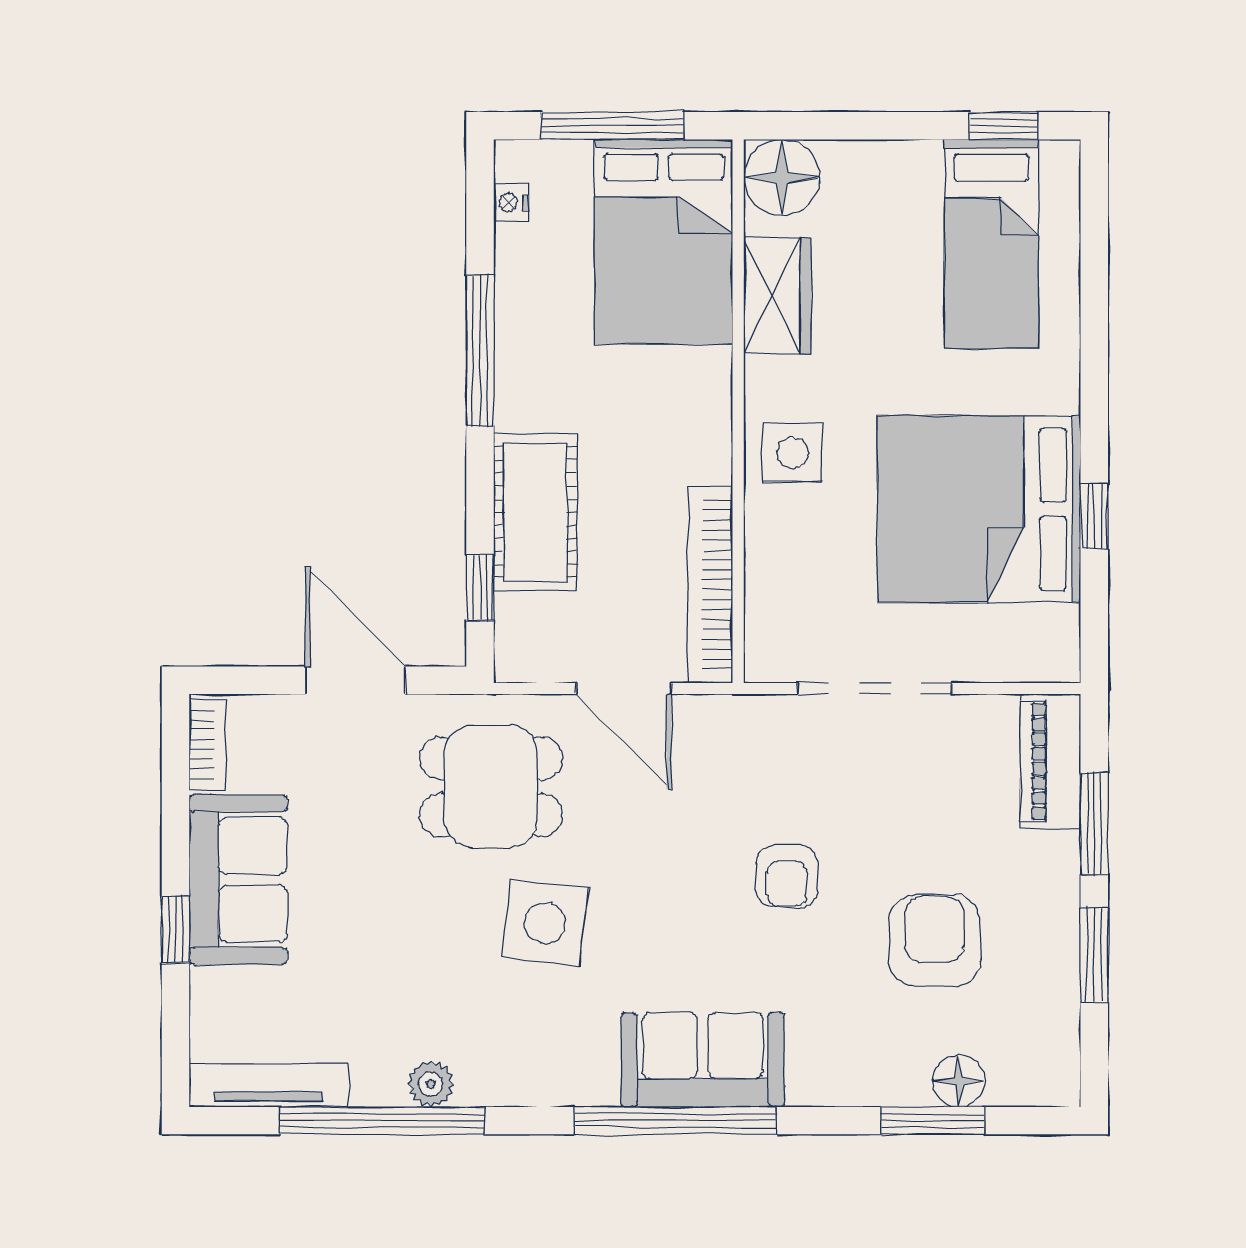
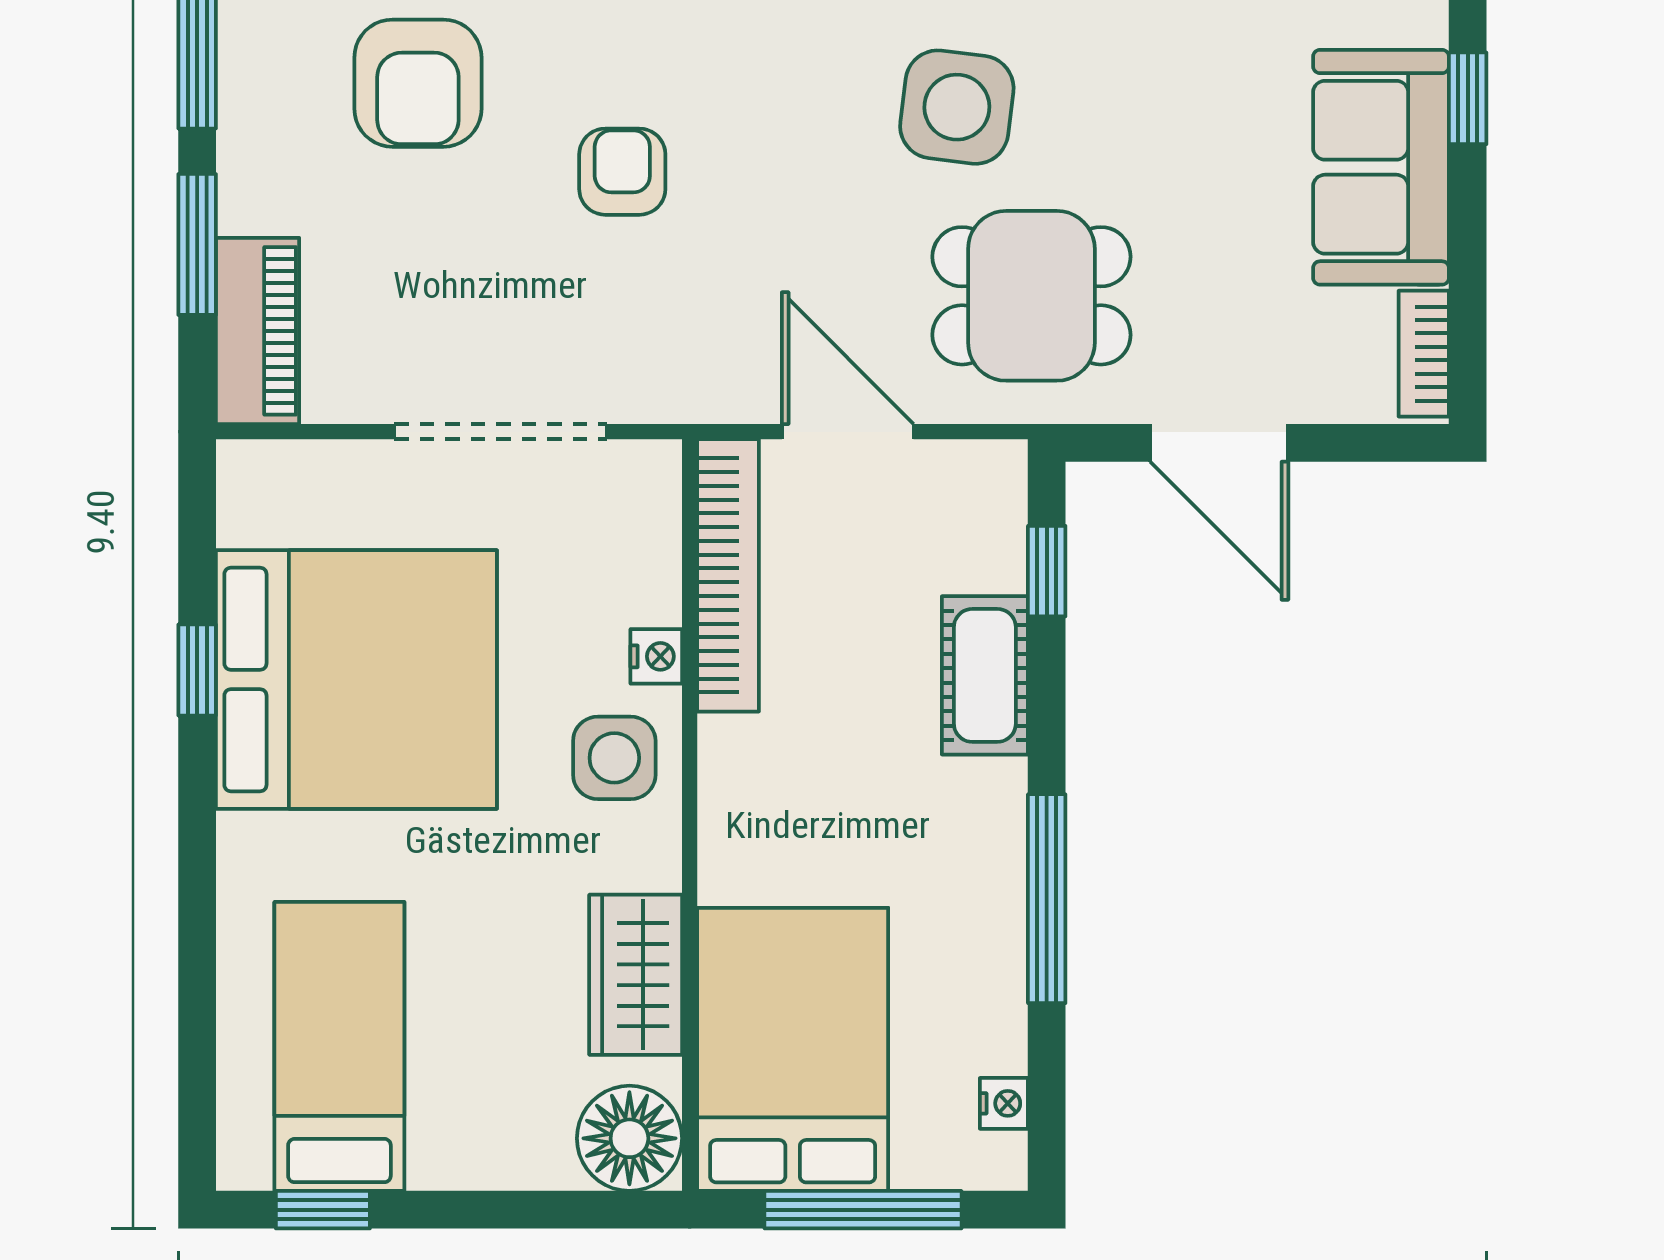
cot: (535, 512) -> (985, 675), width x0.73, depth x0.75
nightstand: (762, 526) -> (656, 656), added

